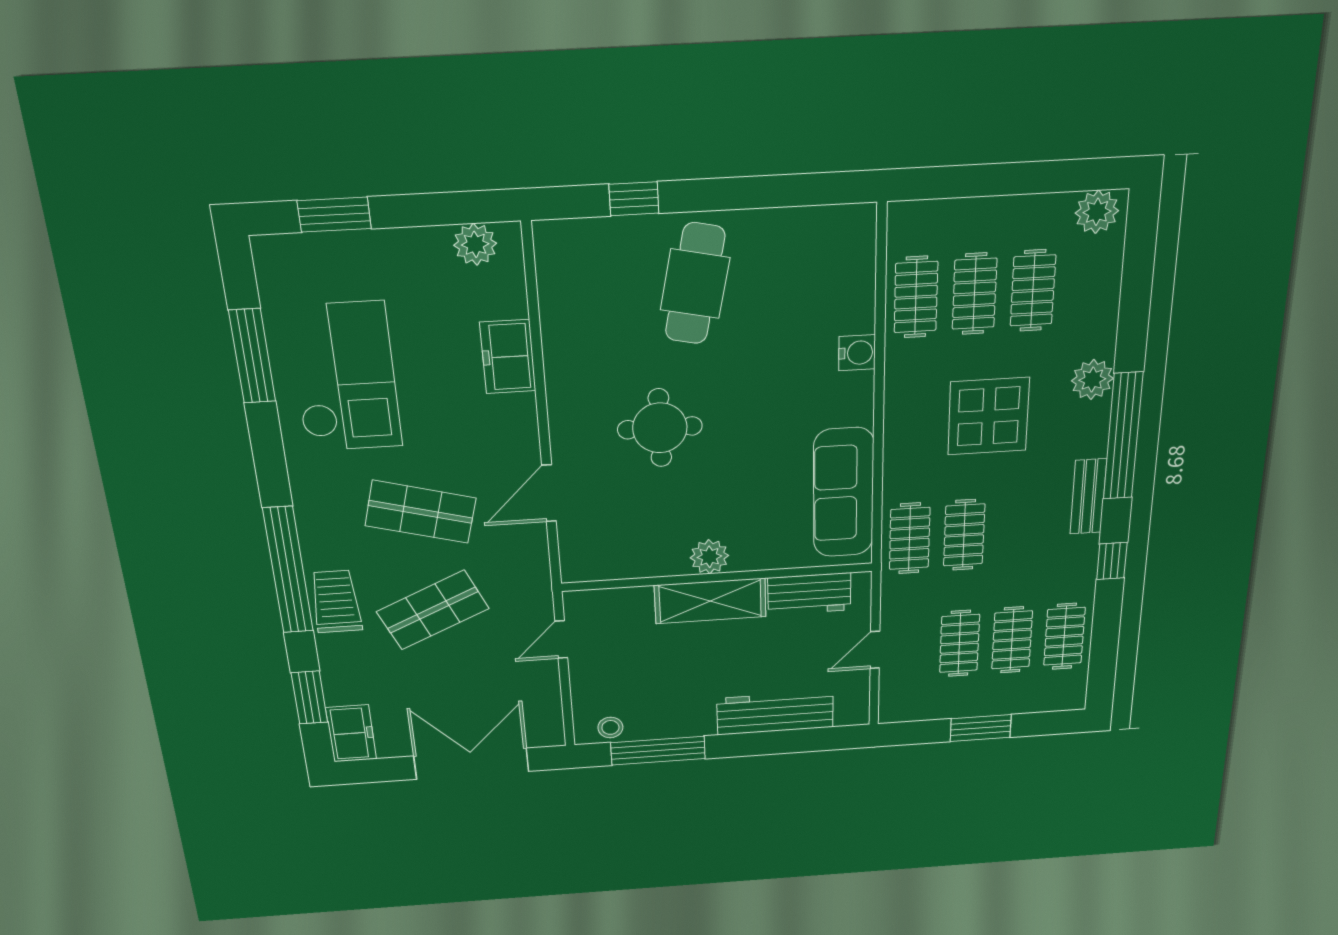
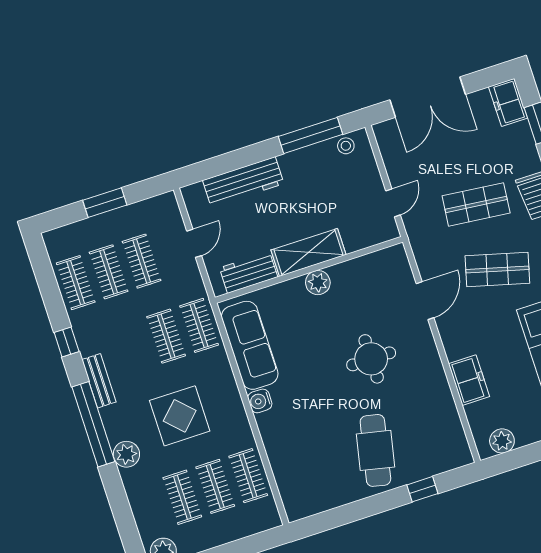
water cooler: (857, 353) -> (260, 401), moved
shop shelf: (433, 610) -> (476, 204), turned 30

